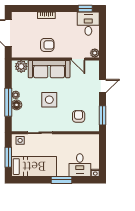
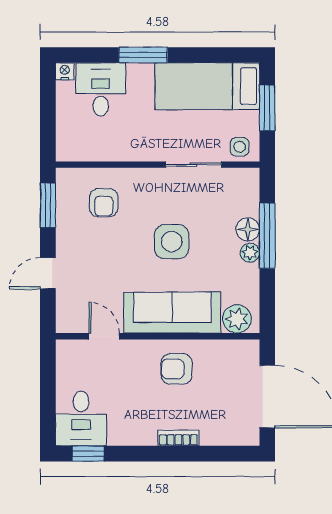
plant: (95, 53) -> (66, 350), removed

